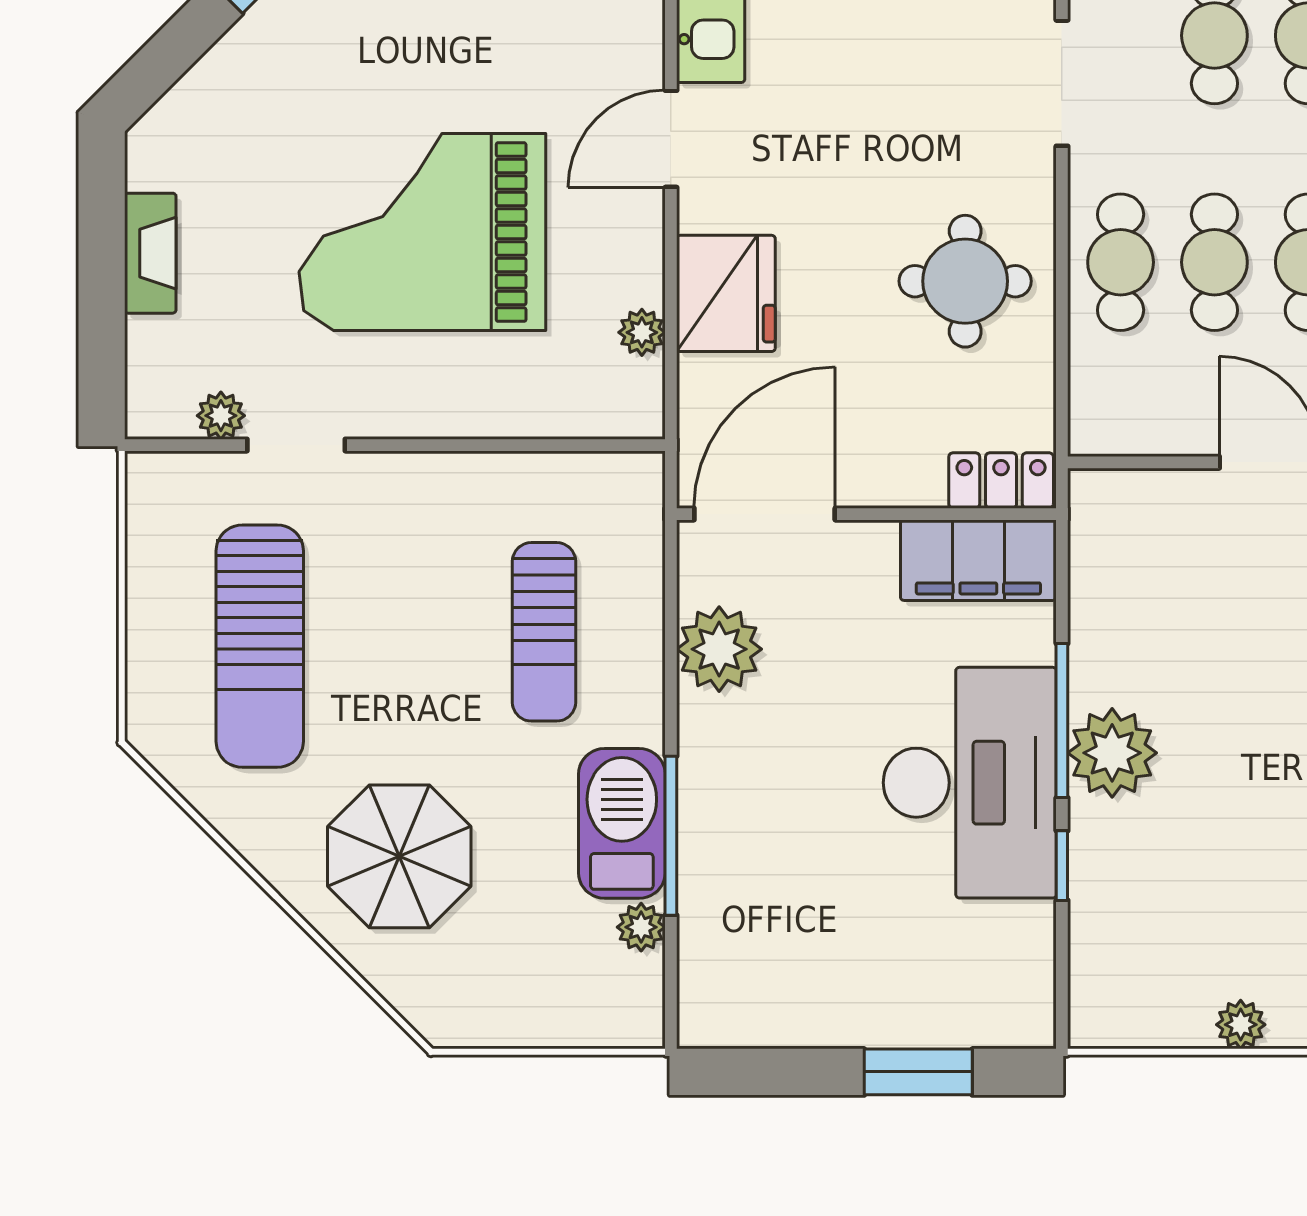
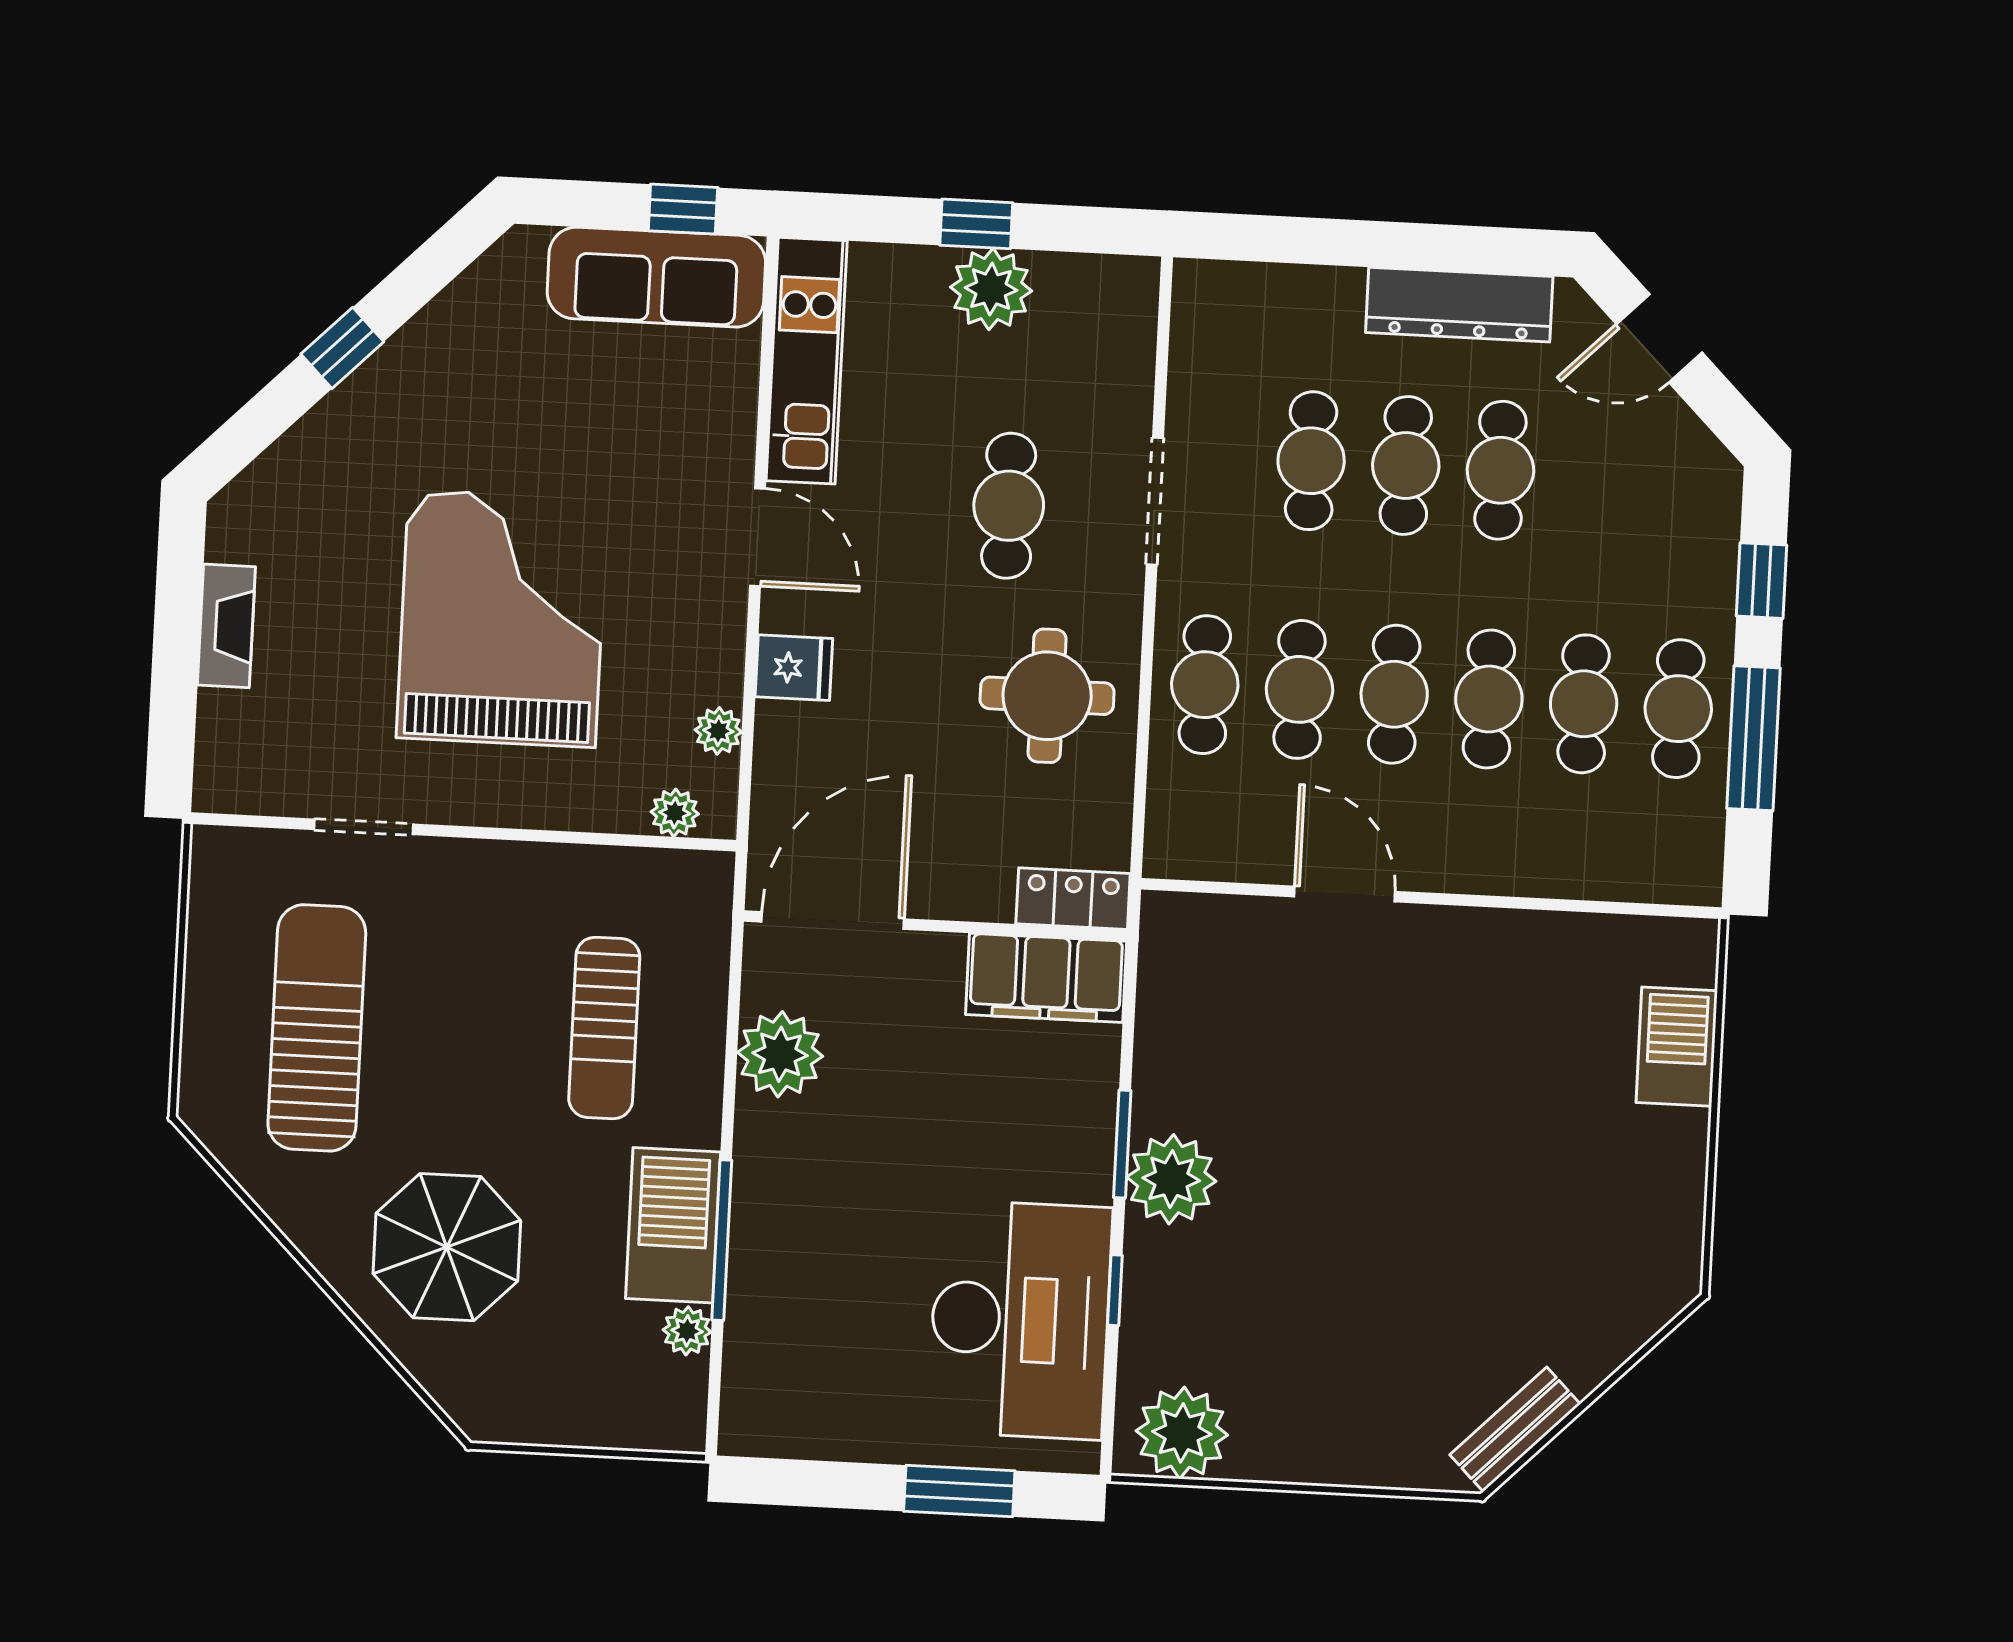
cafe table: (918, 95) -> (1009, 506), added
door: (671, 139) -> (757, 537), swing flipped
grand piano: (422, 232) -> (502, 618), turned 90
fridge: (726, 293) -> (794, 668), width x0.53, depth x0.75
plant: (221, 416) -> (675, 813), moved
sun lounger: (260, 646) -> (317, 1028), turned 180
window: (1062, 721) -> (1122, 1144), width x0.69
desk: (970, 783) -> (1020, 1320), moved
plant: (1241, 1025) -> (1182, 1433), moved, width x1.87, depth x1.87

